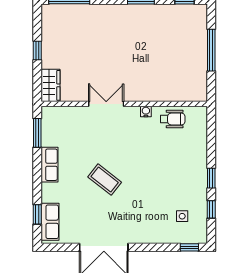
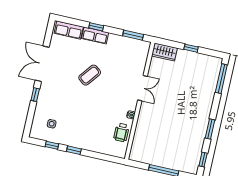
row of seats: (49, 165) -> (95, 36), moved
window: (37, 214) -> (96, 27), moved
window: (189, 247) -> (35, 95), moved

